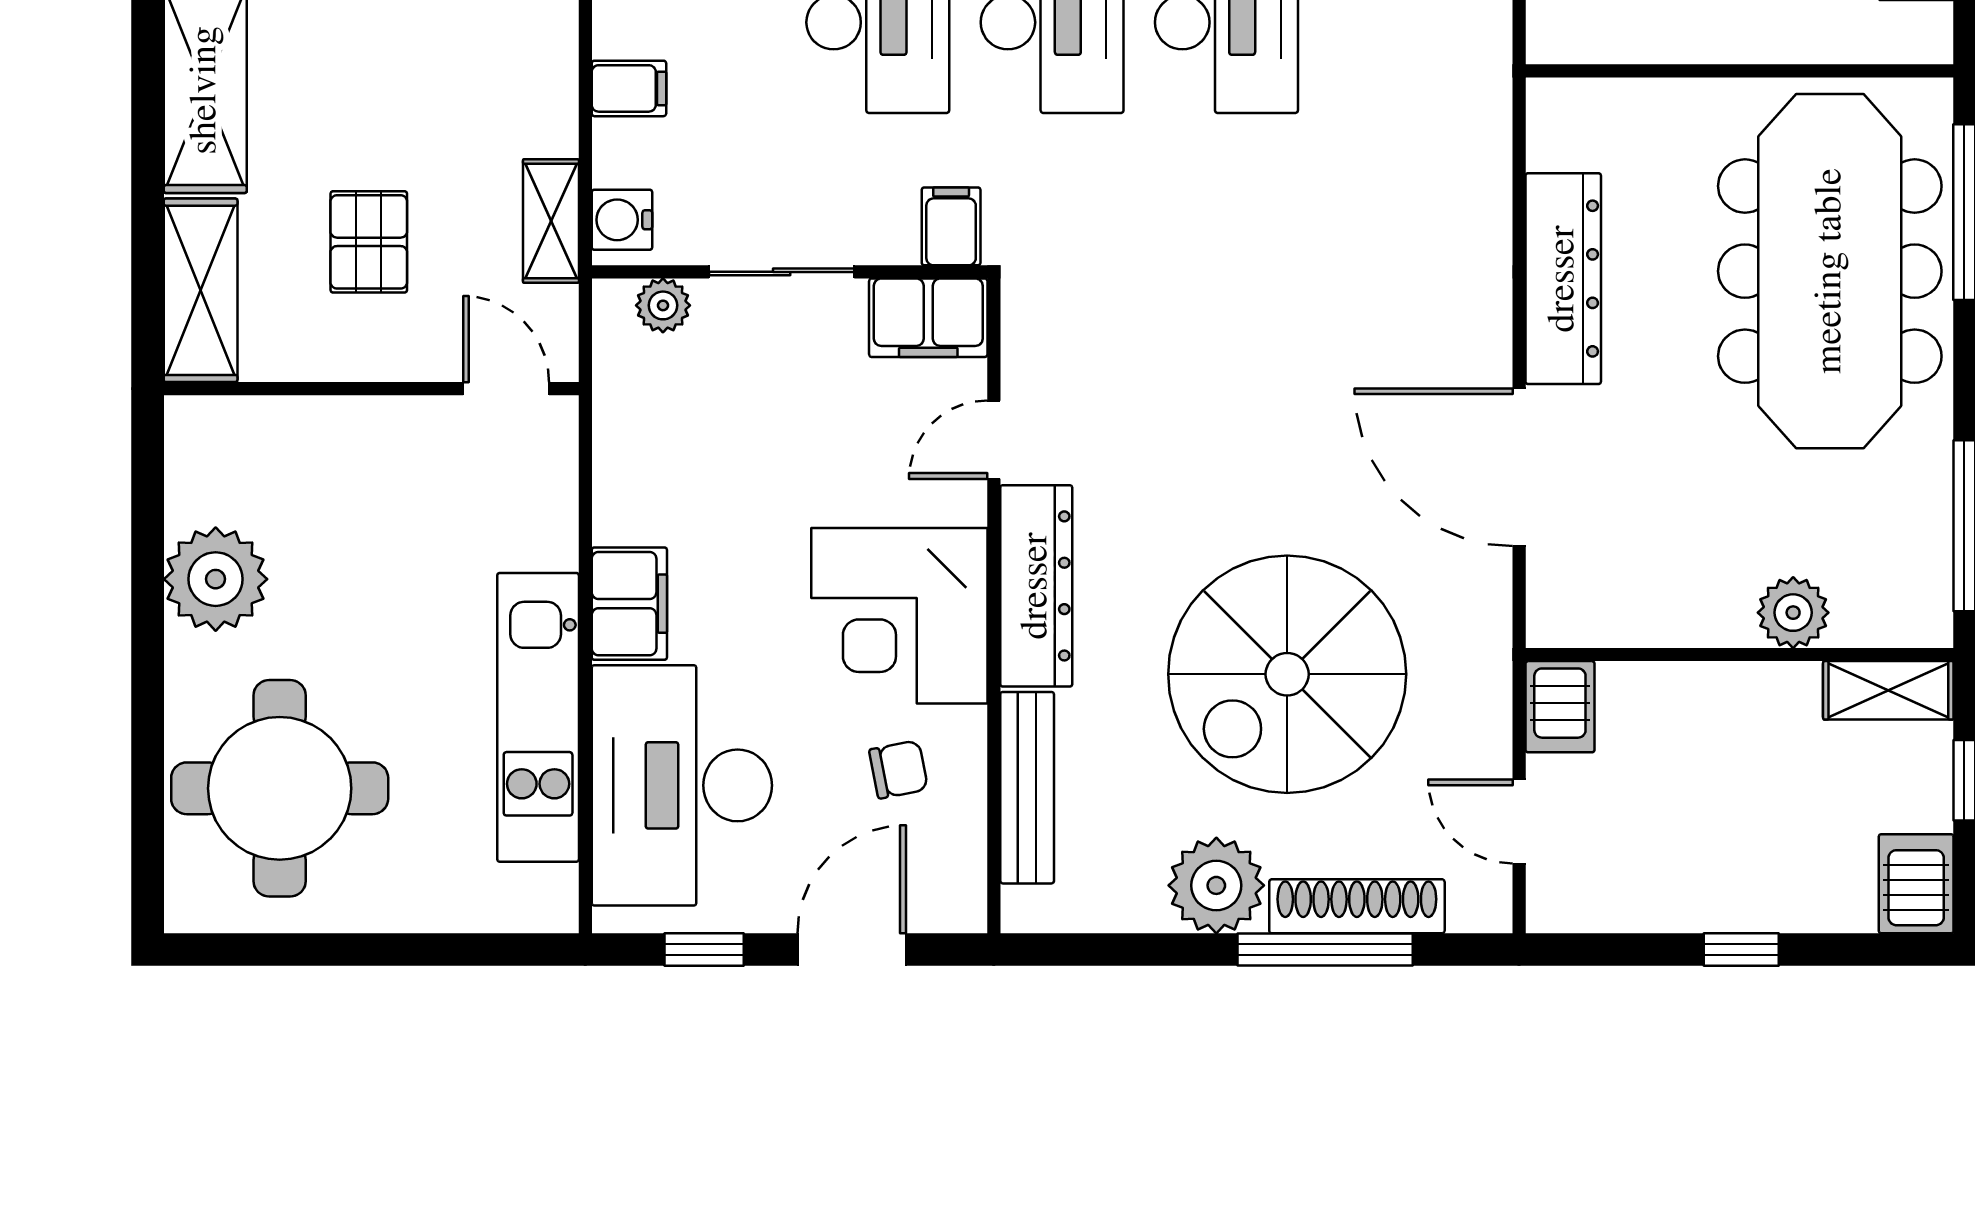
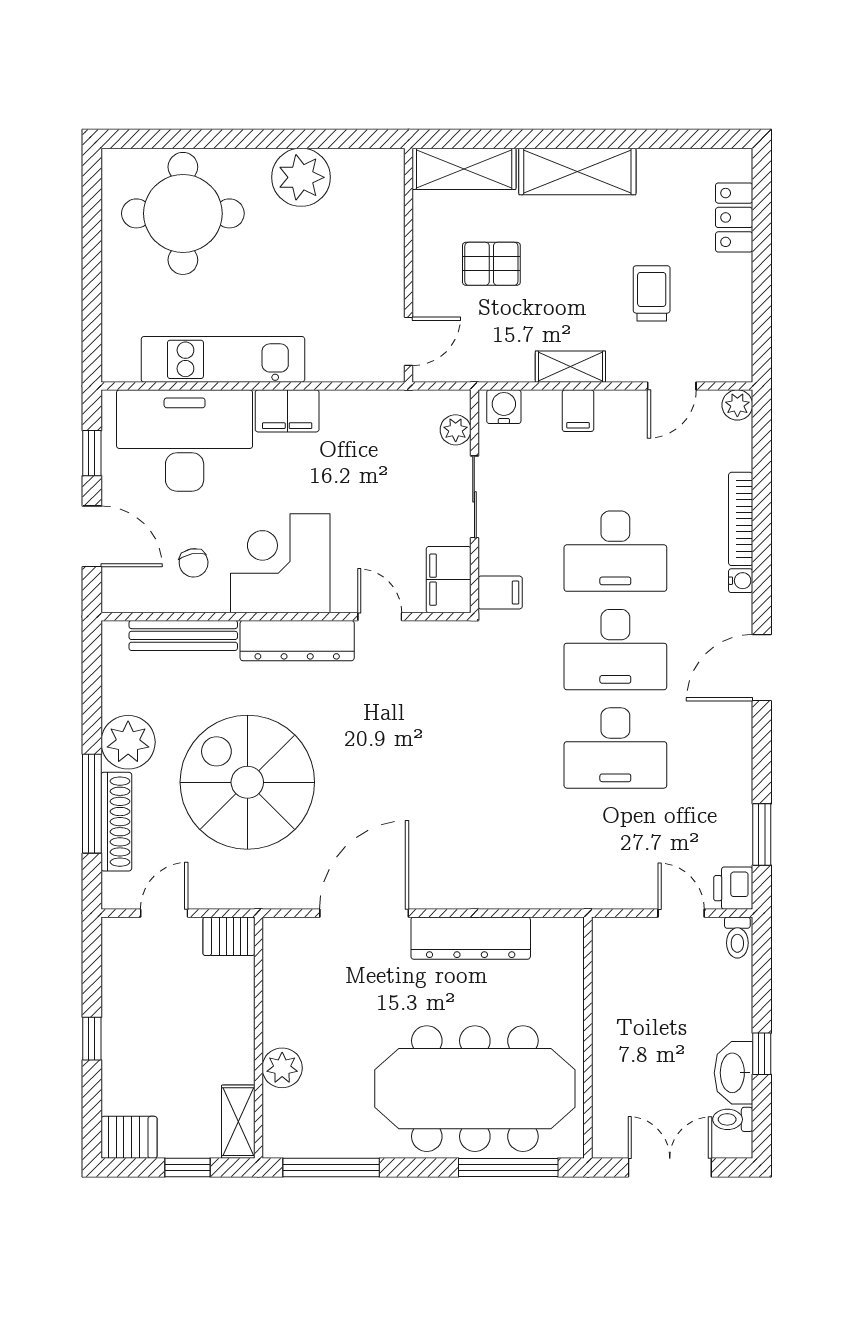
shelving: (551, 221) -> (570, 367), moved

